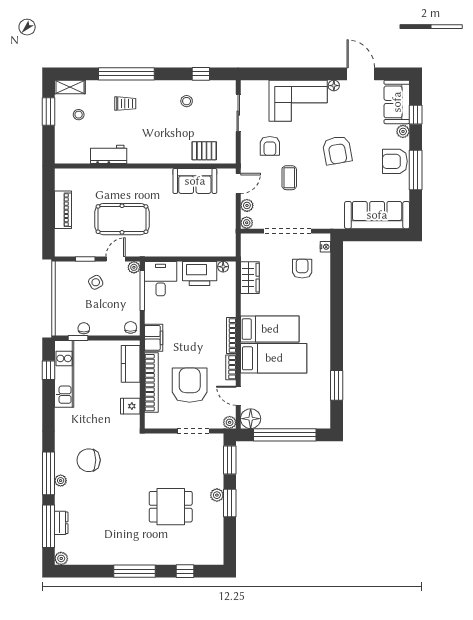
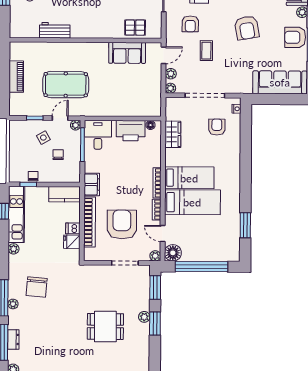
chair: (131, 327) -> (58, 155), moved
kitchen counter: (131, 364) -> (64, 194), moved, turned -90
dishwasher: (131, 390) -> (73, 228), added
plant: (61, 415) -> (14, 249), added
chair: (89, 460) -> (37, 287), turned -85

